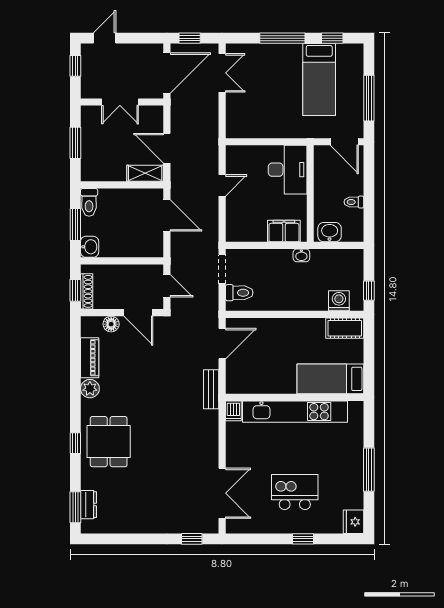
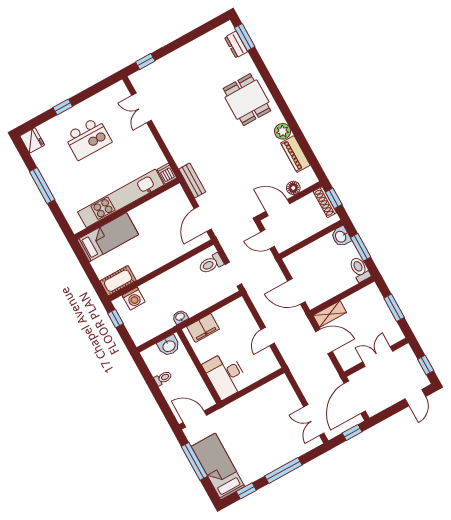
bed: (319, 79) -> (218, 466), moved
window: (75, 443) -> (271, 85), removed
double door: (222, 493) -> (141, 108), width x0.73

